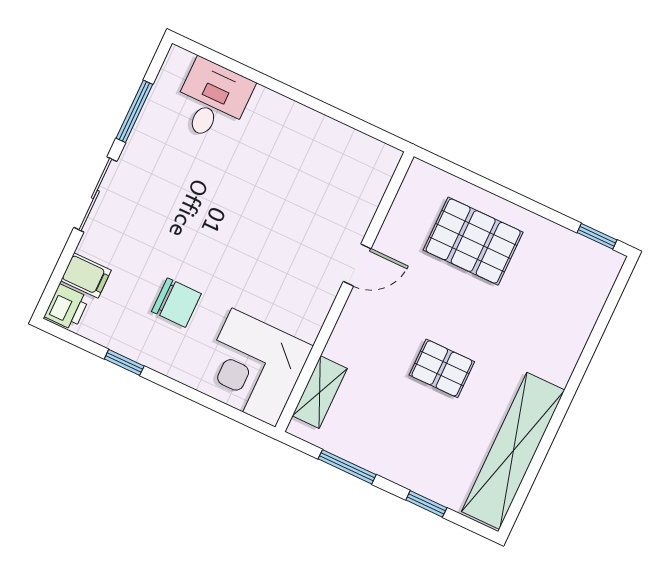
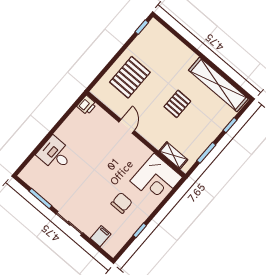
desk: (212, 101) -> (55, 154), moved
printer: (67, 307) -> (87, 105), moved, turned 90

